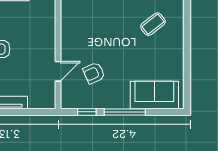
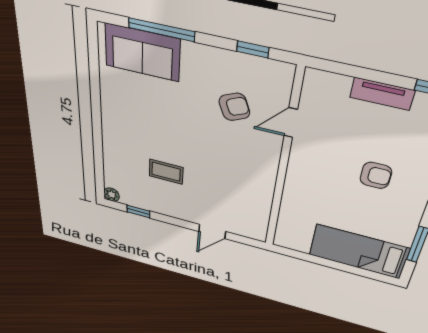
coffee table: (153, 24) -> (166, 172), moved, turned 38
window: (125, 112) -> (161, 30), moved

